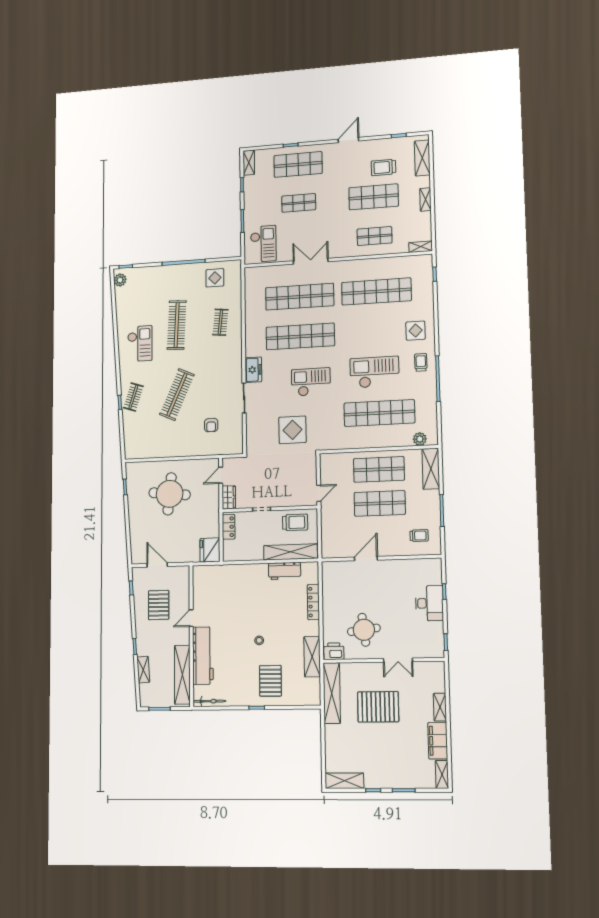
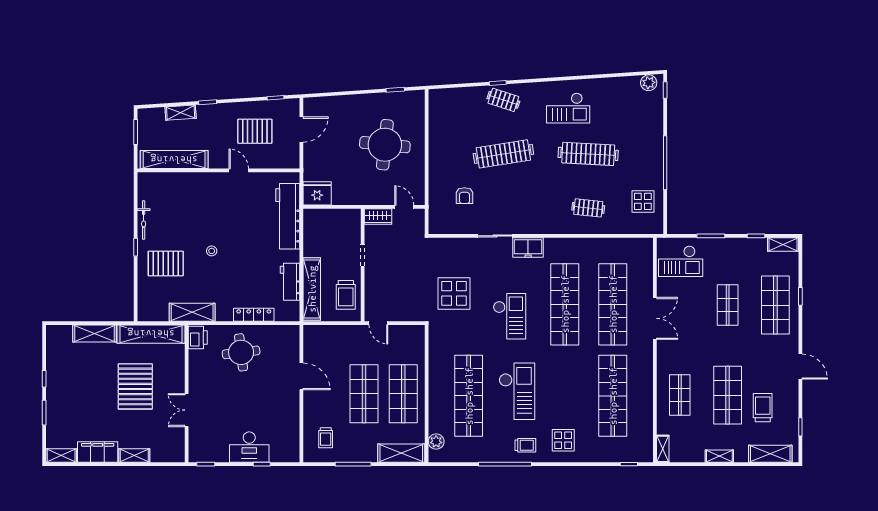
clothes rail: (177, 395) -> (503, 154), turned -33
armchair: (211, 425) -> (465, 196), turned -90
locker: (229, 527) -> (343, 216), removed
round table: (364, 630) -> (241, 352), moved
workbench: (203, 656) -> (288, 216), moved, turned 90
bicycle: (209, 701) -> (144, 220), moved
shelving: (345, 781) -> (94, 334), moved, turned 90

